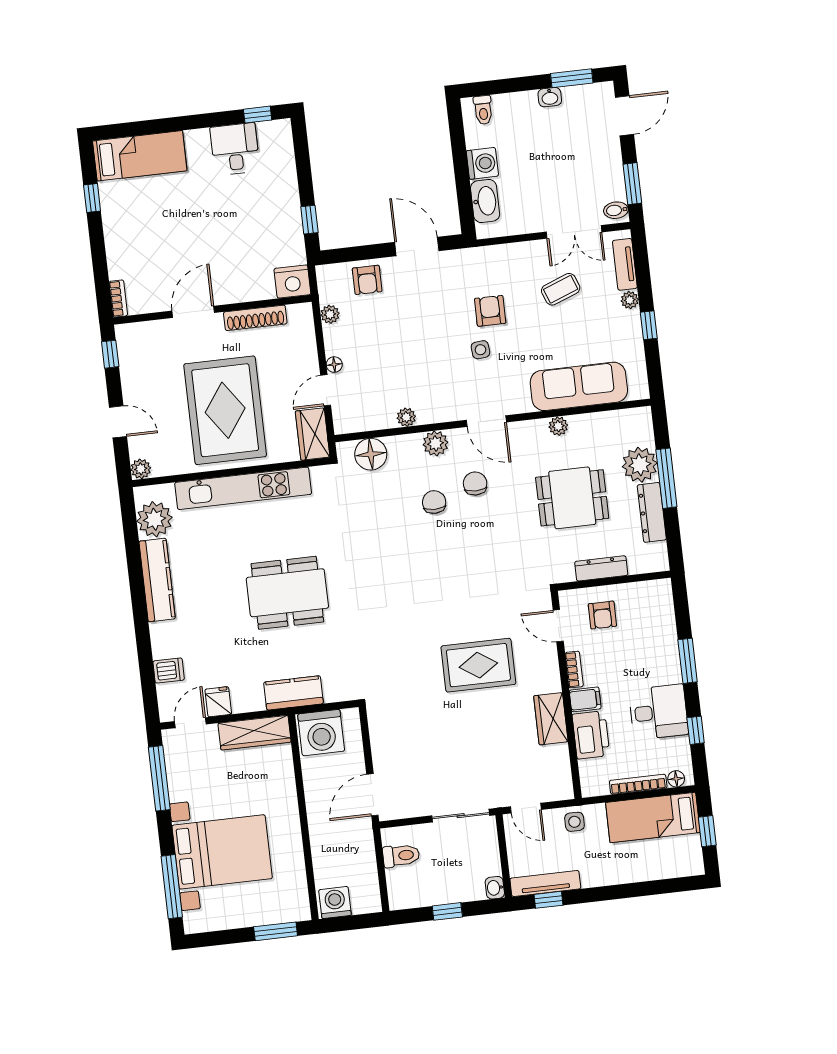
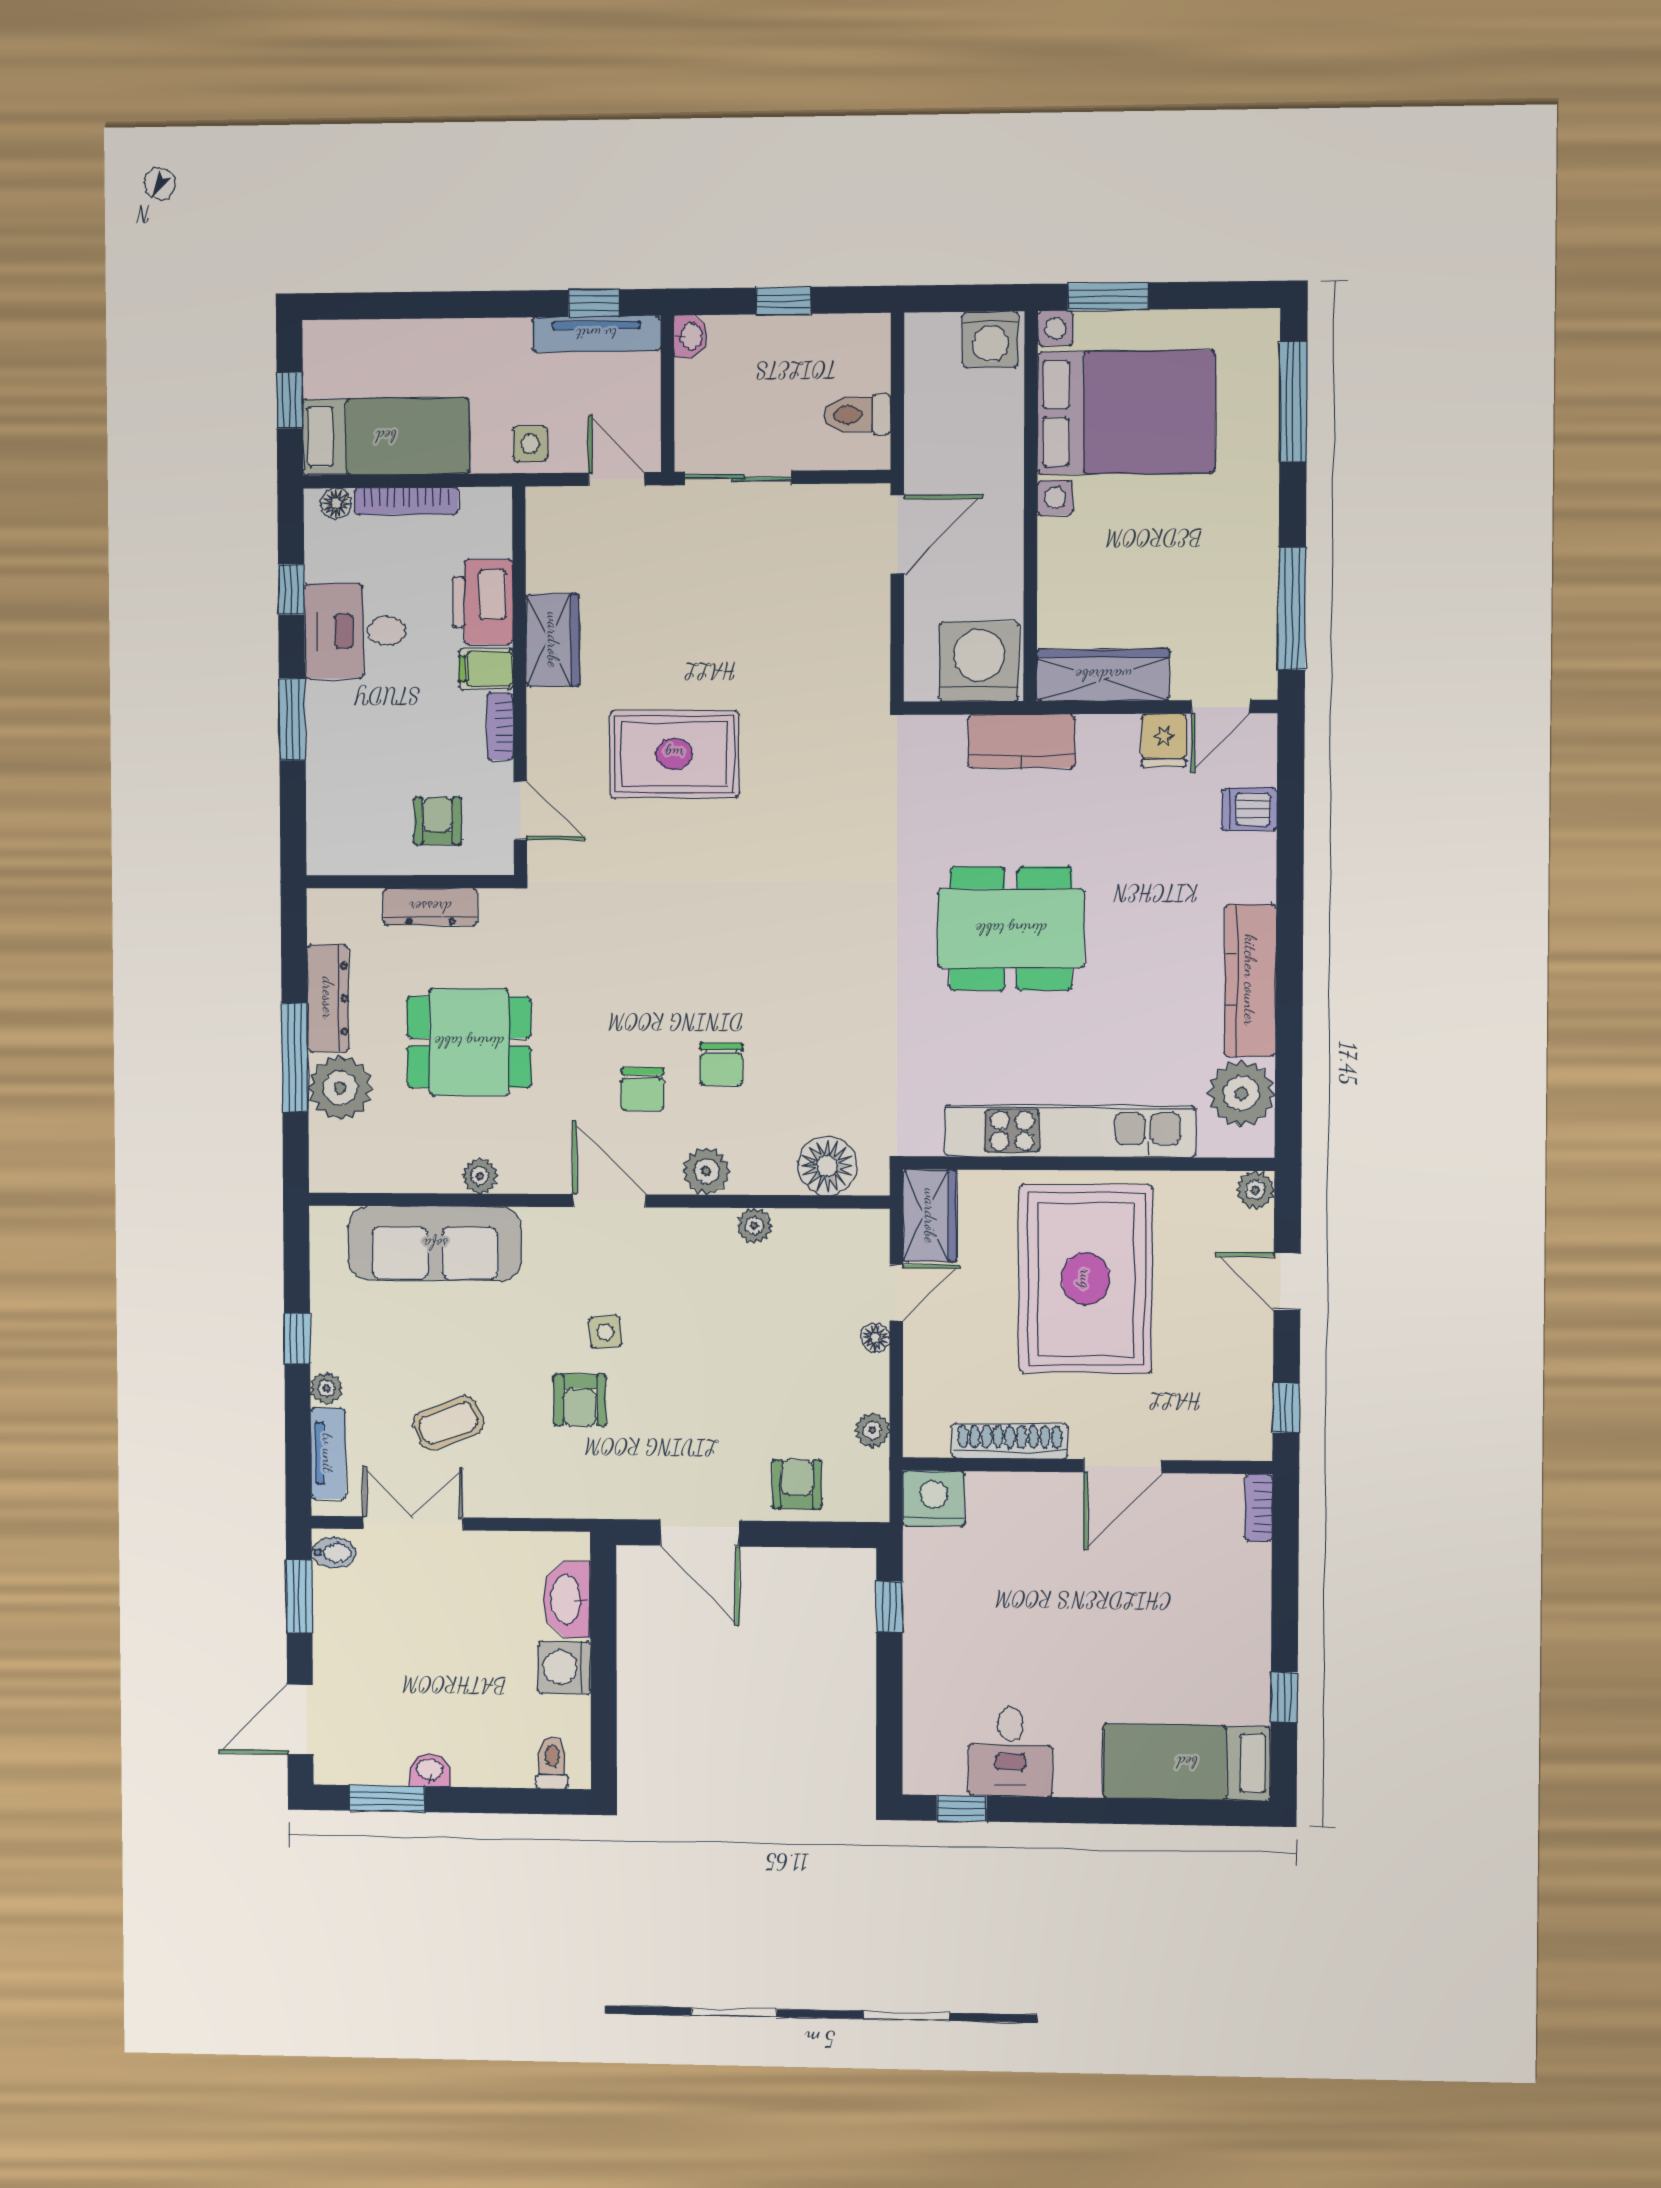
bed with nightstands: (222, 852) -> (1126, 412), moved, turned 180

